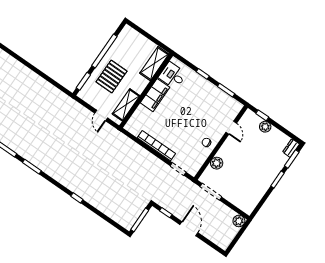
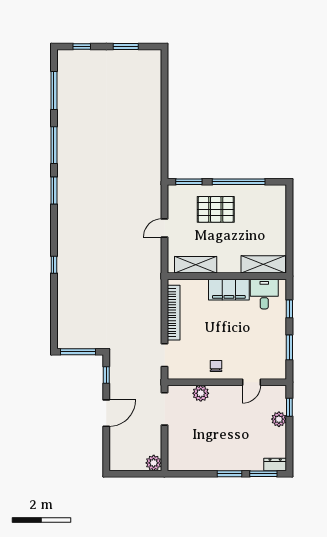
shelving: (154, 64) -> (263, 264), moved
desk: (173, 75) -> (264, 294), moved
wall: (146, 91) -> (227, 276), moved
filing cabinet: (155, 95) -> (229, 290), moved
shelving: (126, 105) -> (196, 265), moved

